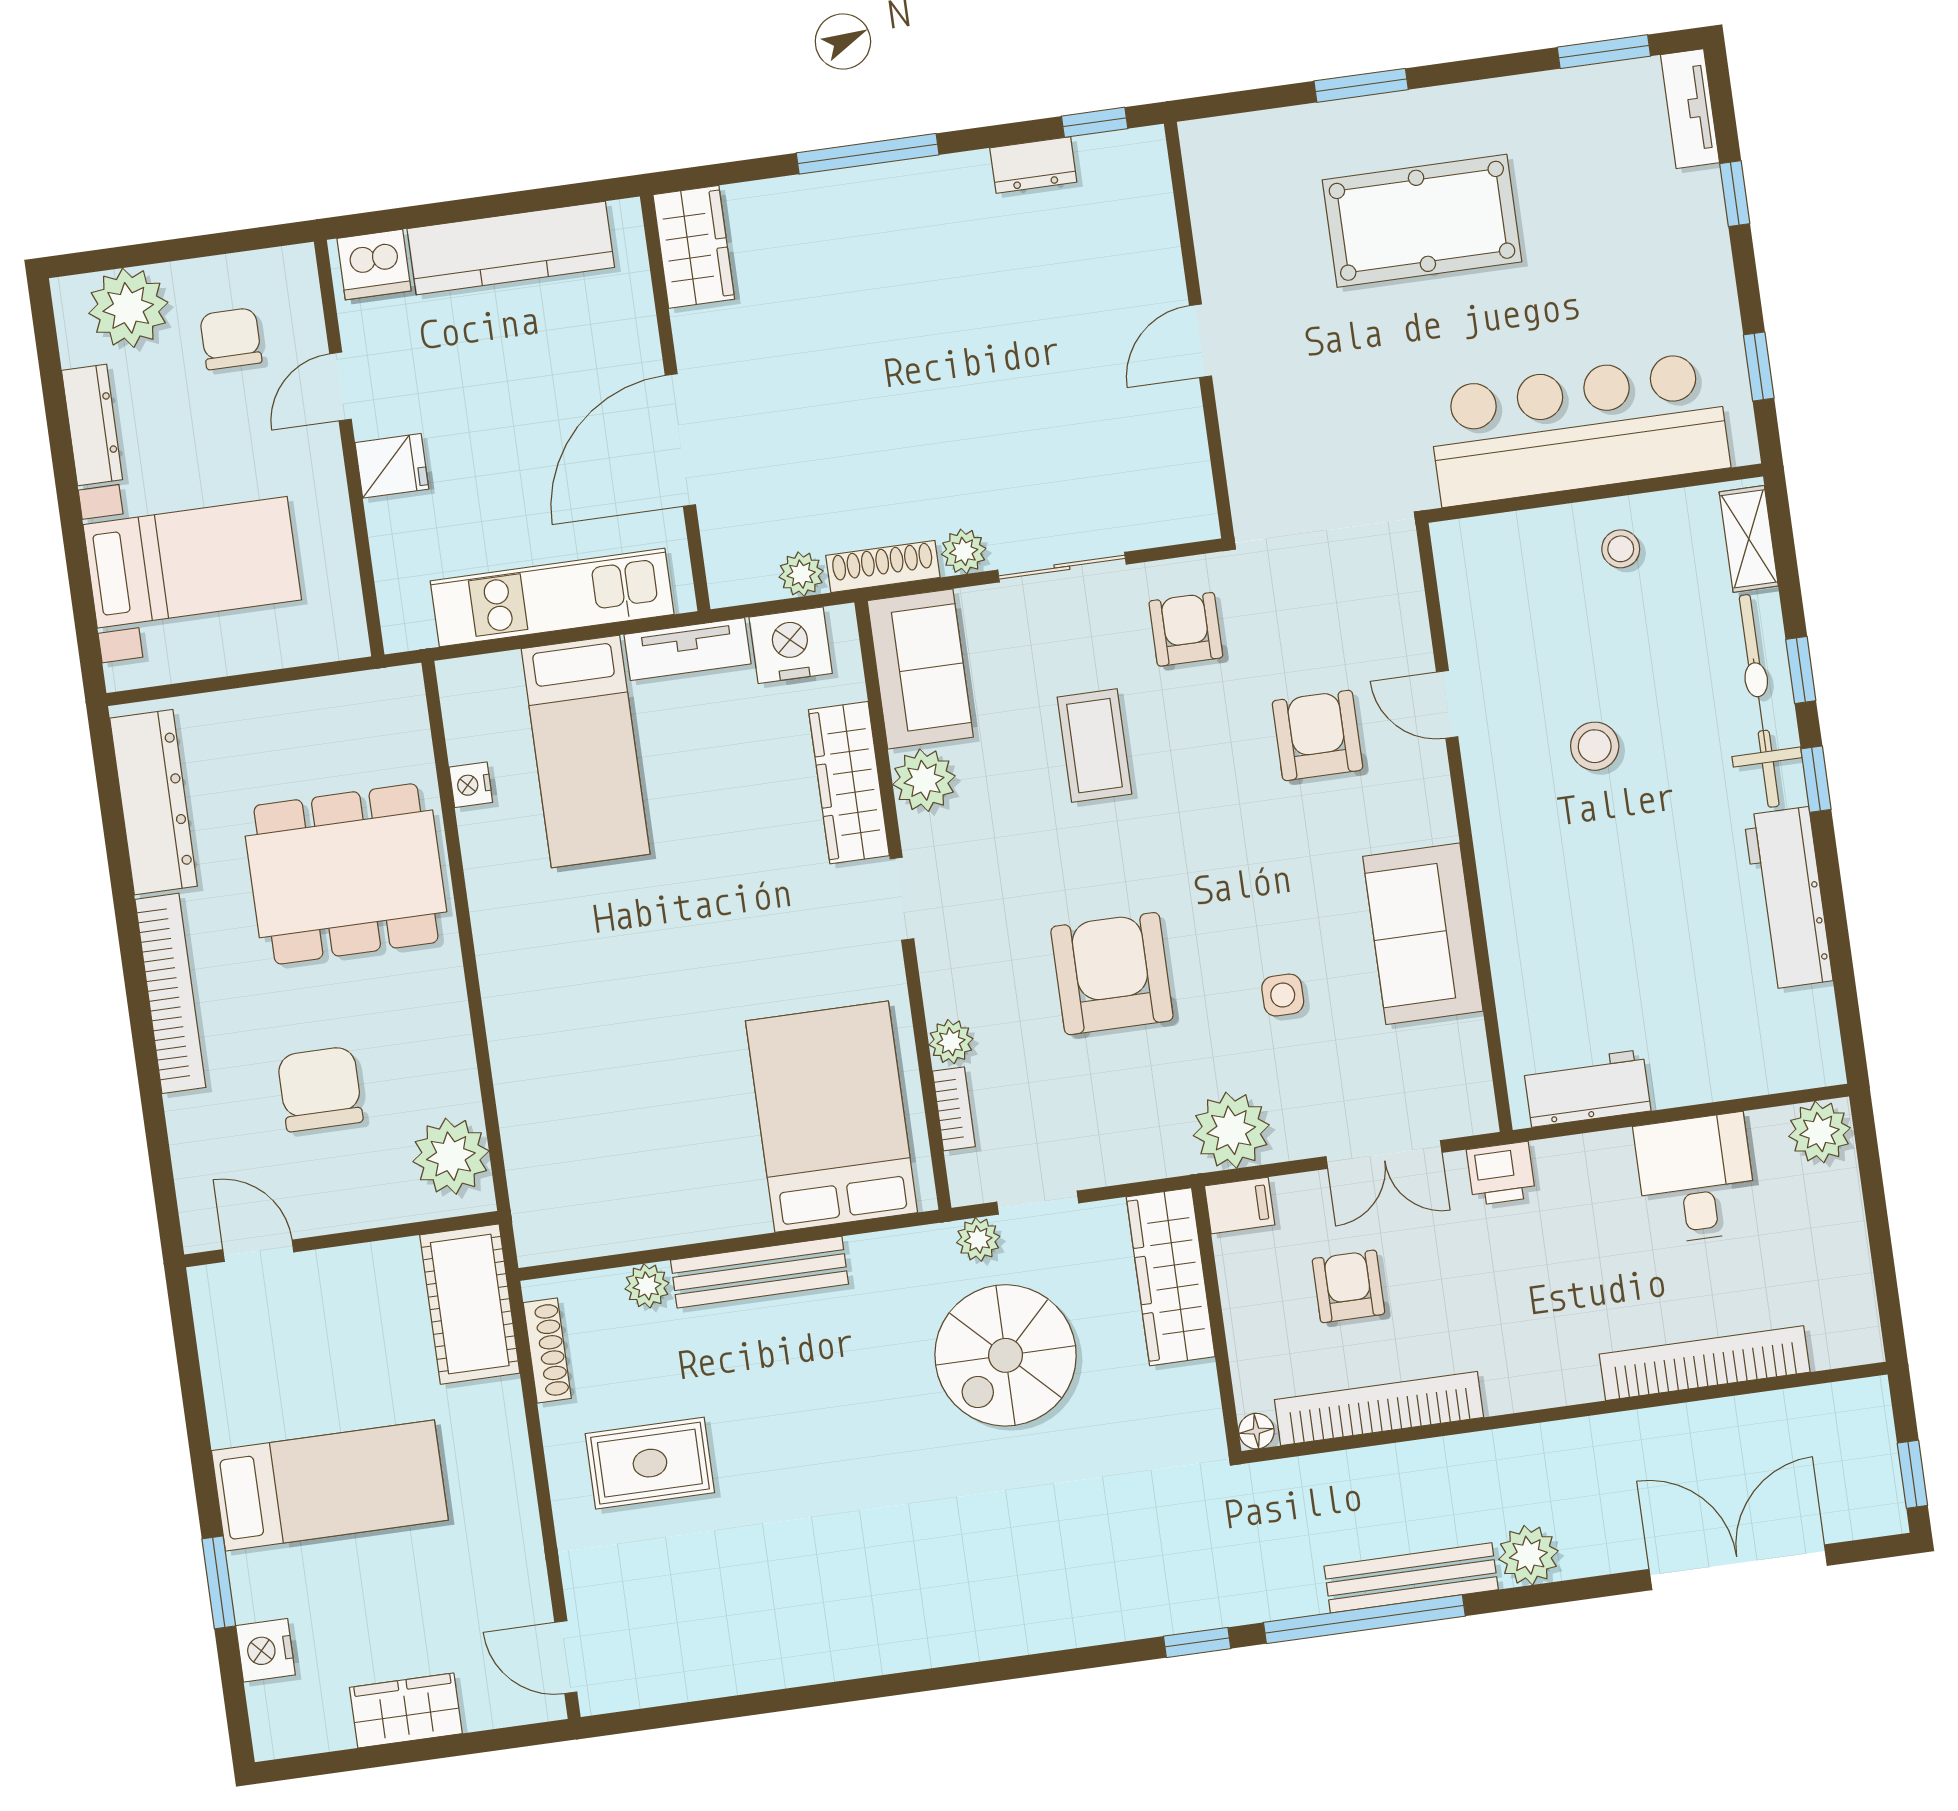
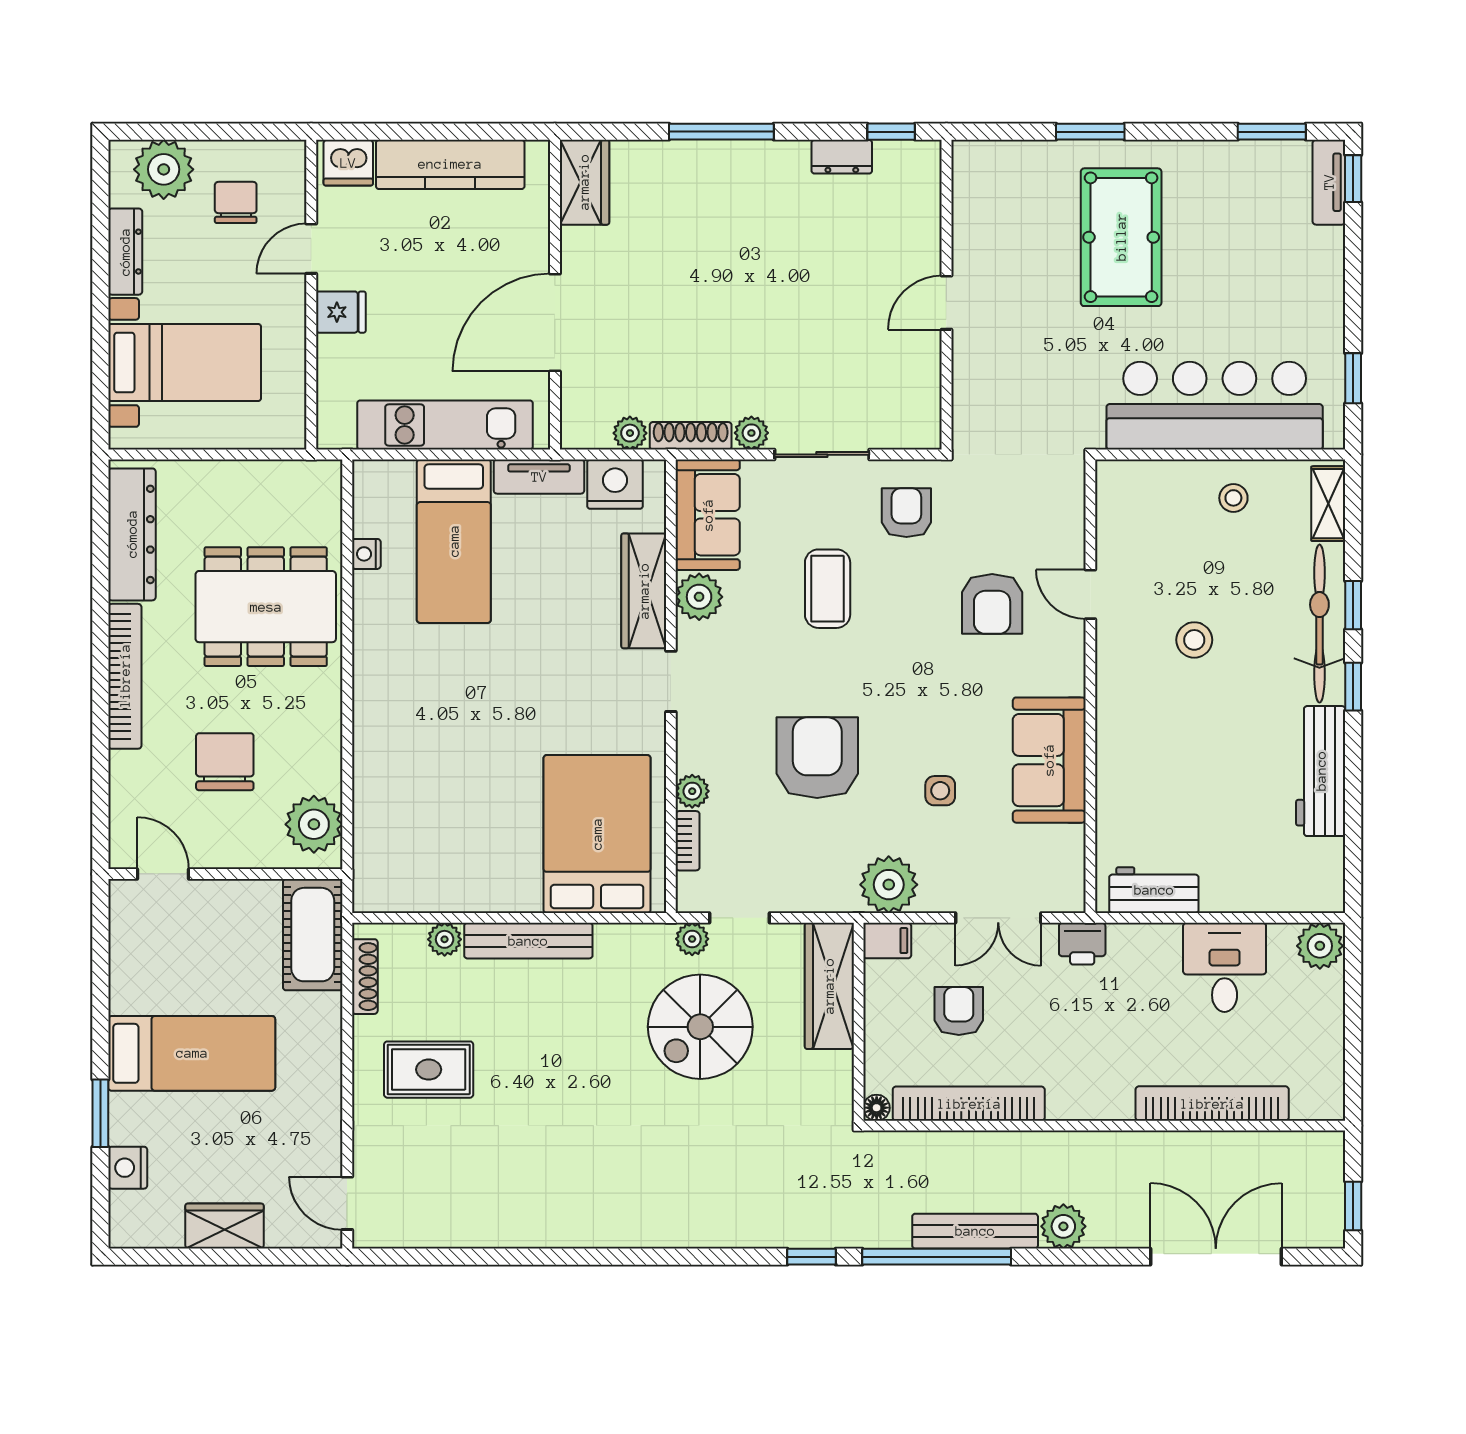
window: (1735, 194) -> (1353, 179), moved
pool table: (1422, 221) -> (1121, 237), turned 90
armchair: (1317, 735) -> (992, 604), turned 180

